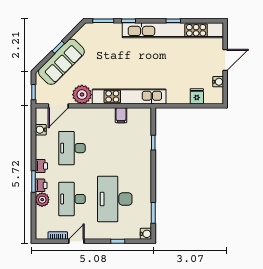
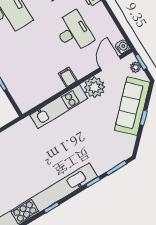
plant: (40, 91) -> (136, 67), added
kitchen unit: (129, 96) -> (59, 107), width x0.73
filing cabinet: (121, 115) -> (68, 77), moved
water cooler: (41, 130) -> (122, 47), moved

